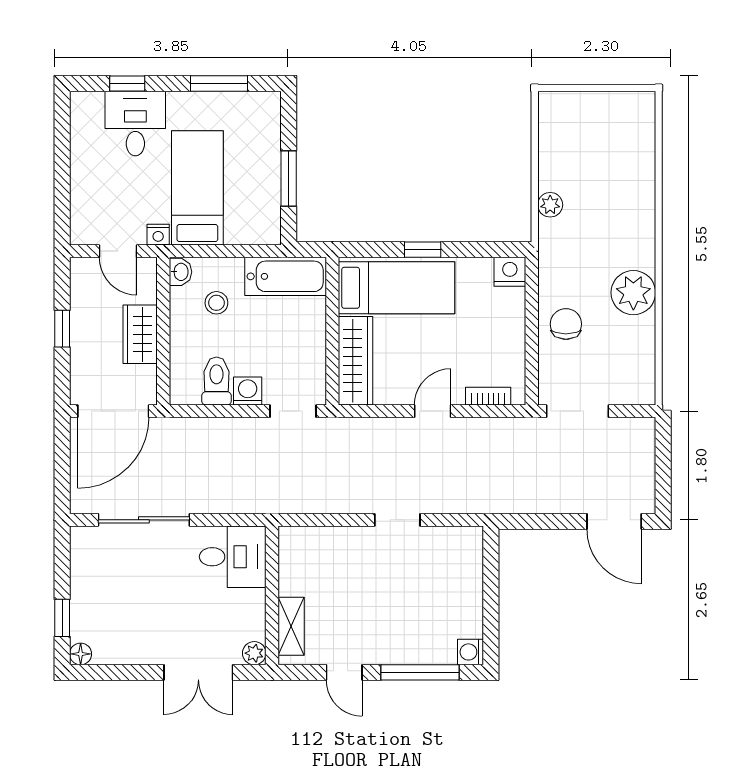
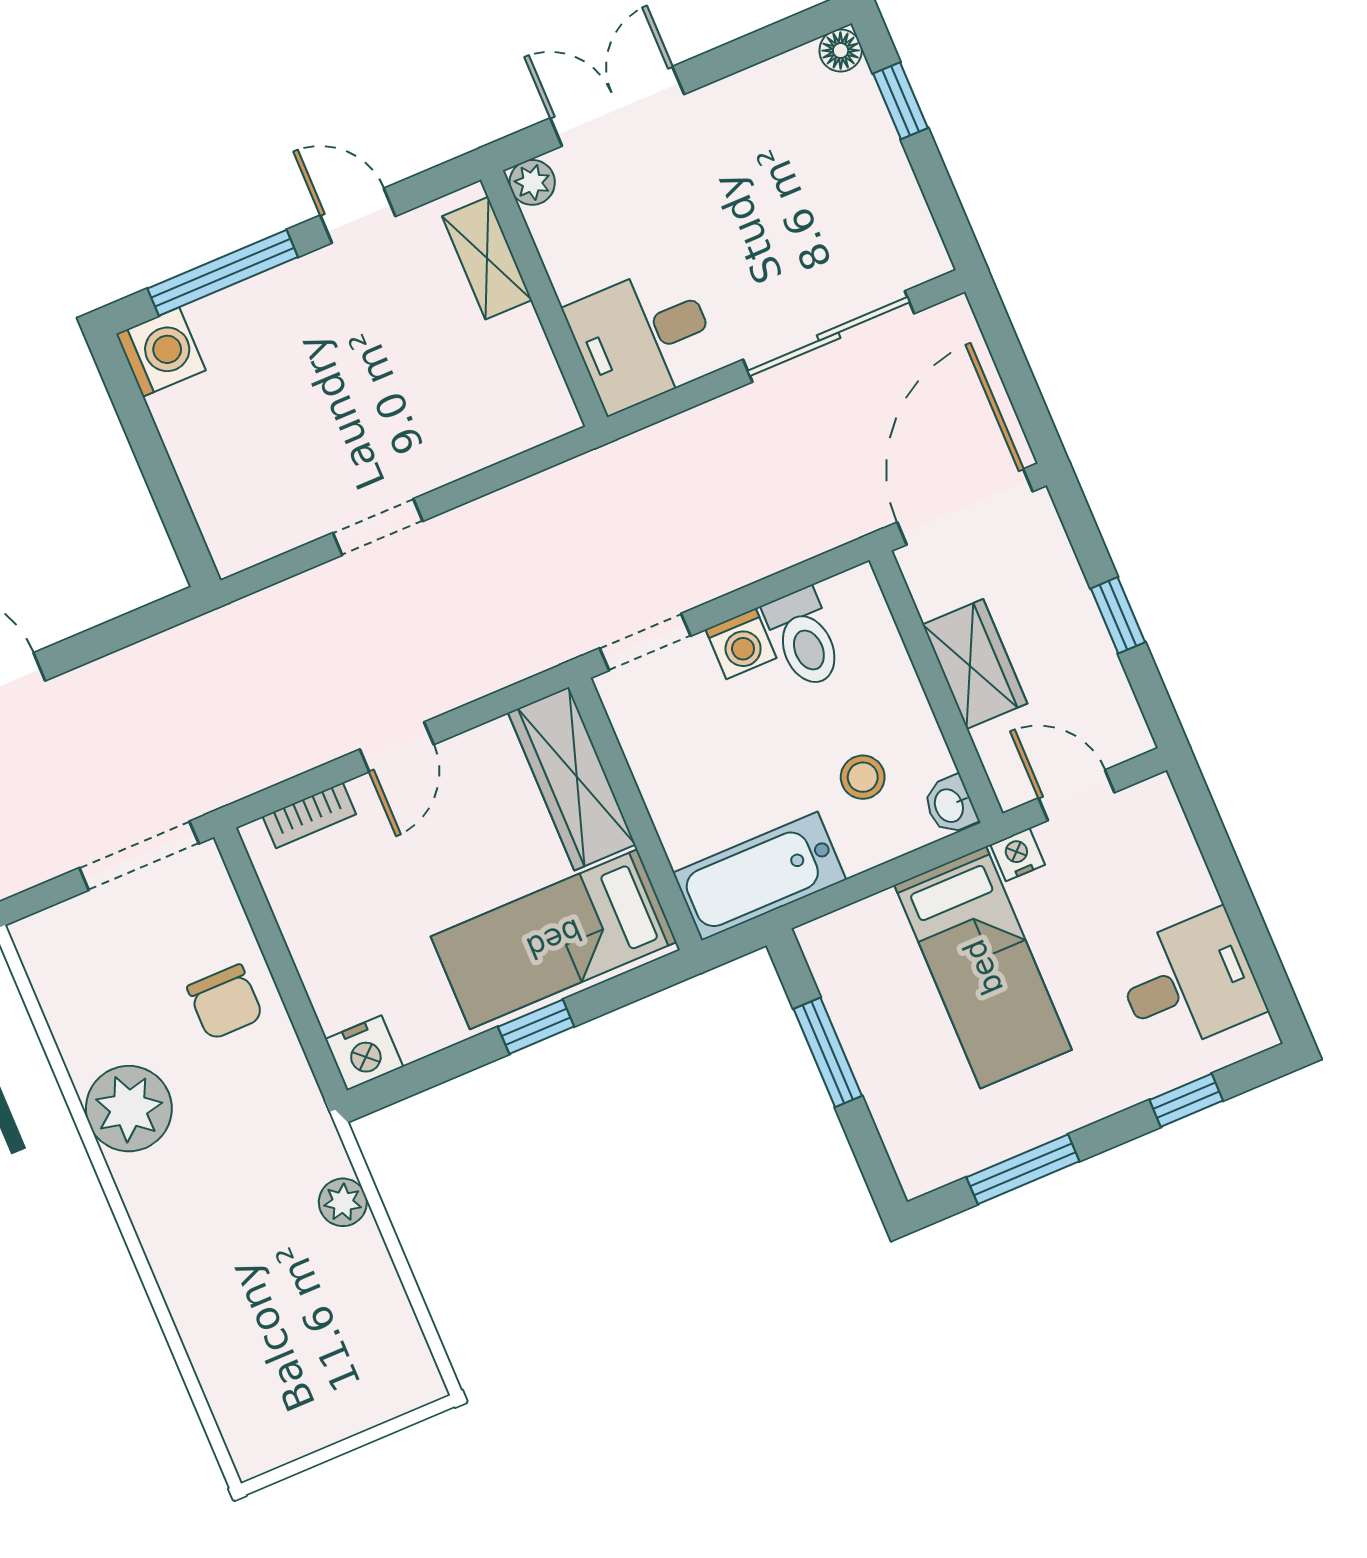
desk: (135, 123) -> (1189, 982), moved, turned -90
washing machine: (470, 652) -> (161, 352), width x1.38, depth x1.38

